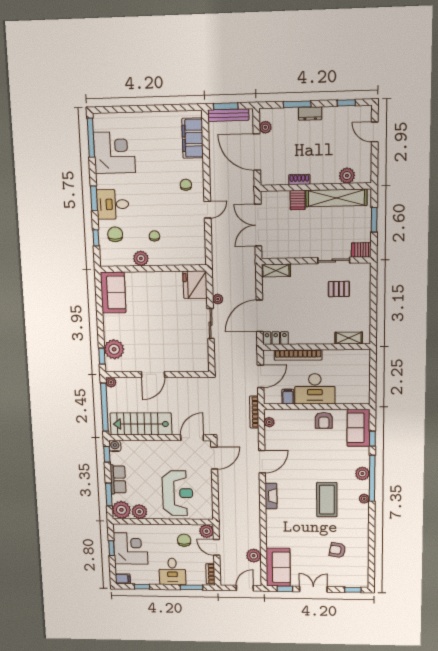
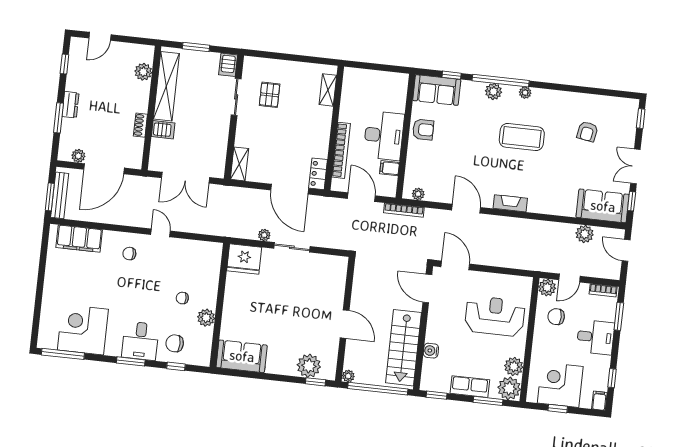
water cooler: (115, 446) -> (431, 351), moved

